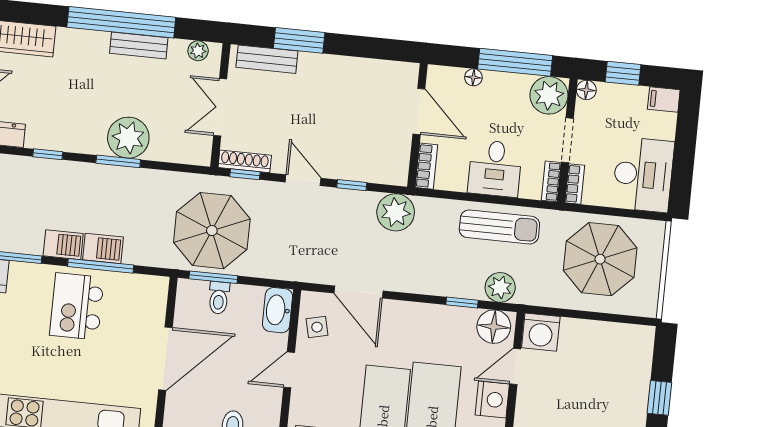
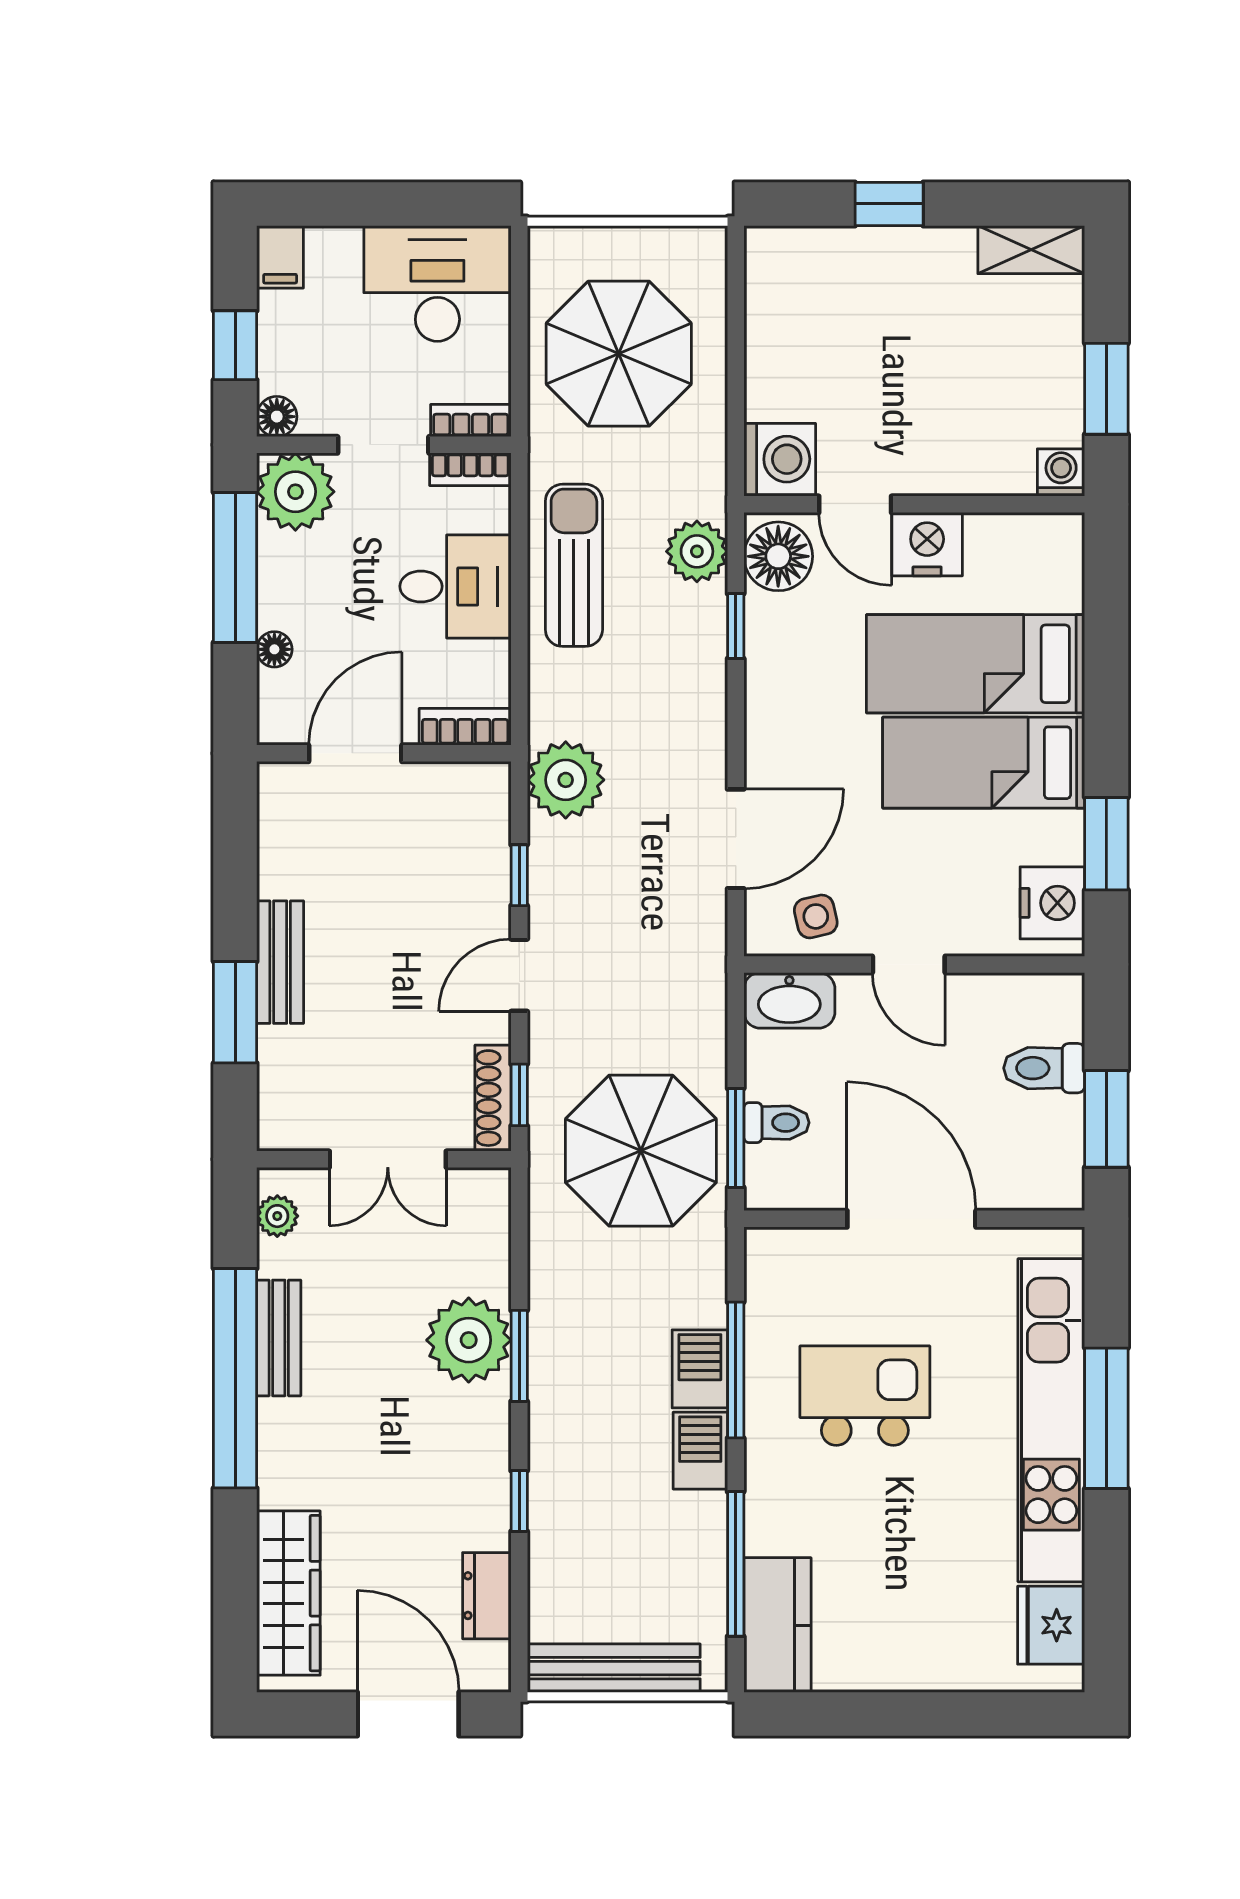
bench: (267, 59) -> (280, 962), moved
kitchen island: (77, 306) -> (865, 1396), moved, turned 180

